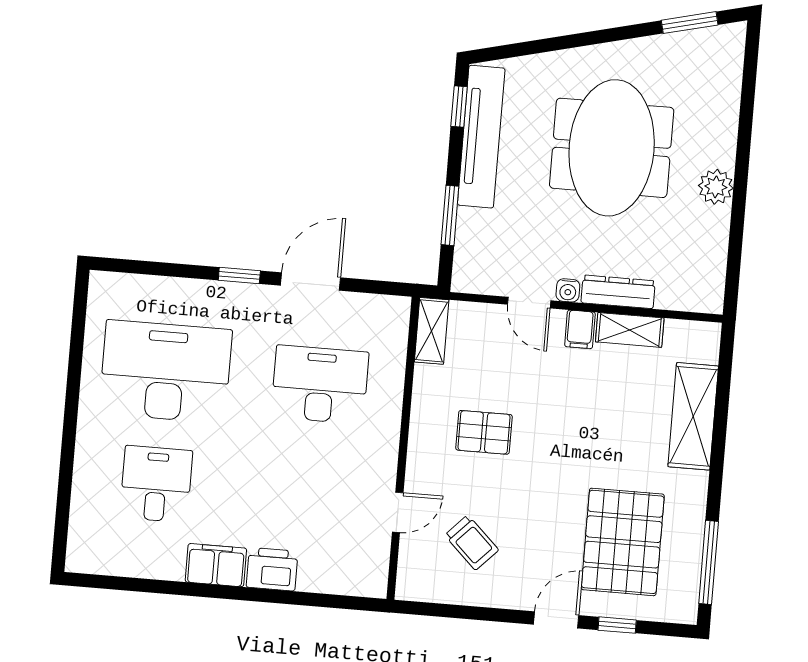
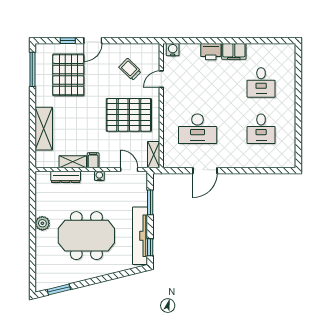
meeting table: (612, 148) -> (86, 236), turned 90
window: (239, 276) -> (234, 171), removed
dresser: (618, 292) -> (66, 177), moved
door: (529, 303) -> (129, 170), moved
desk: (166, 372) -> (261, 129), width x0.53, depth x0.77
pallet: (484, 432) -> (129, 115), width x2.05, depth x2.00
water cooler: (364, 582) -> (173, 50), added

